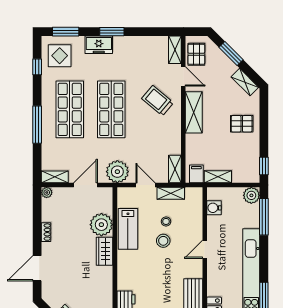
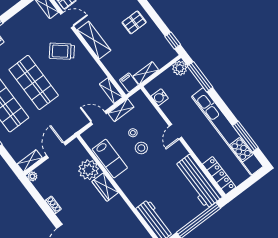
plant: (117, 172) -> (71, 123), removed

